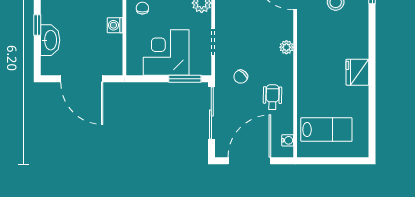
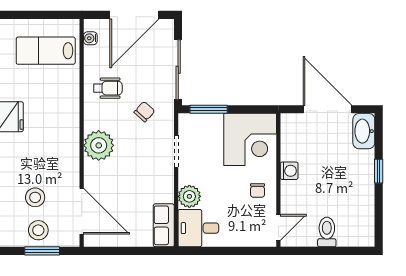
washbasin: (50, 40) -> (364, 131), moved
plant: (286, 47) -> (99, 145), width x1.88, depth x1.88
corner desk: (166, 52) -> (250, 139), moved
wheelchair: (272, 97) -> (108, 88), turned -91

